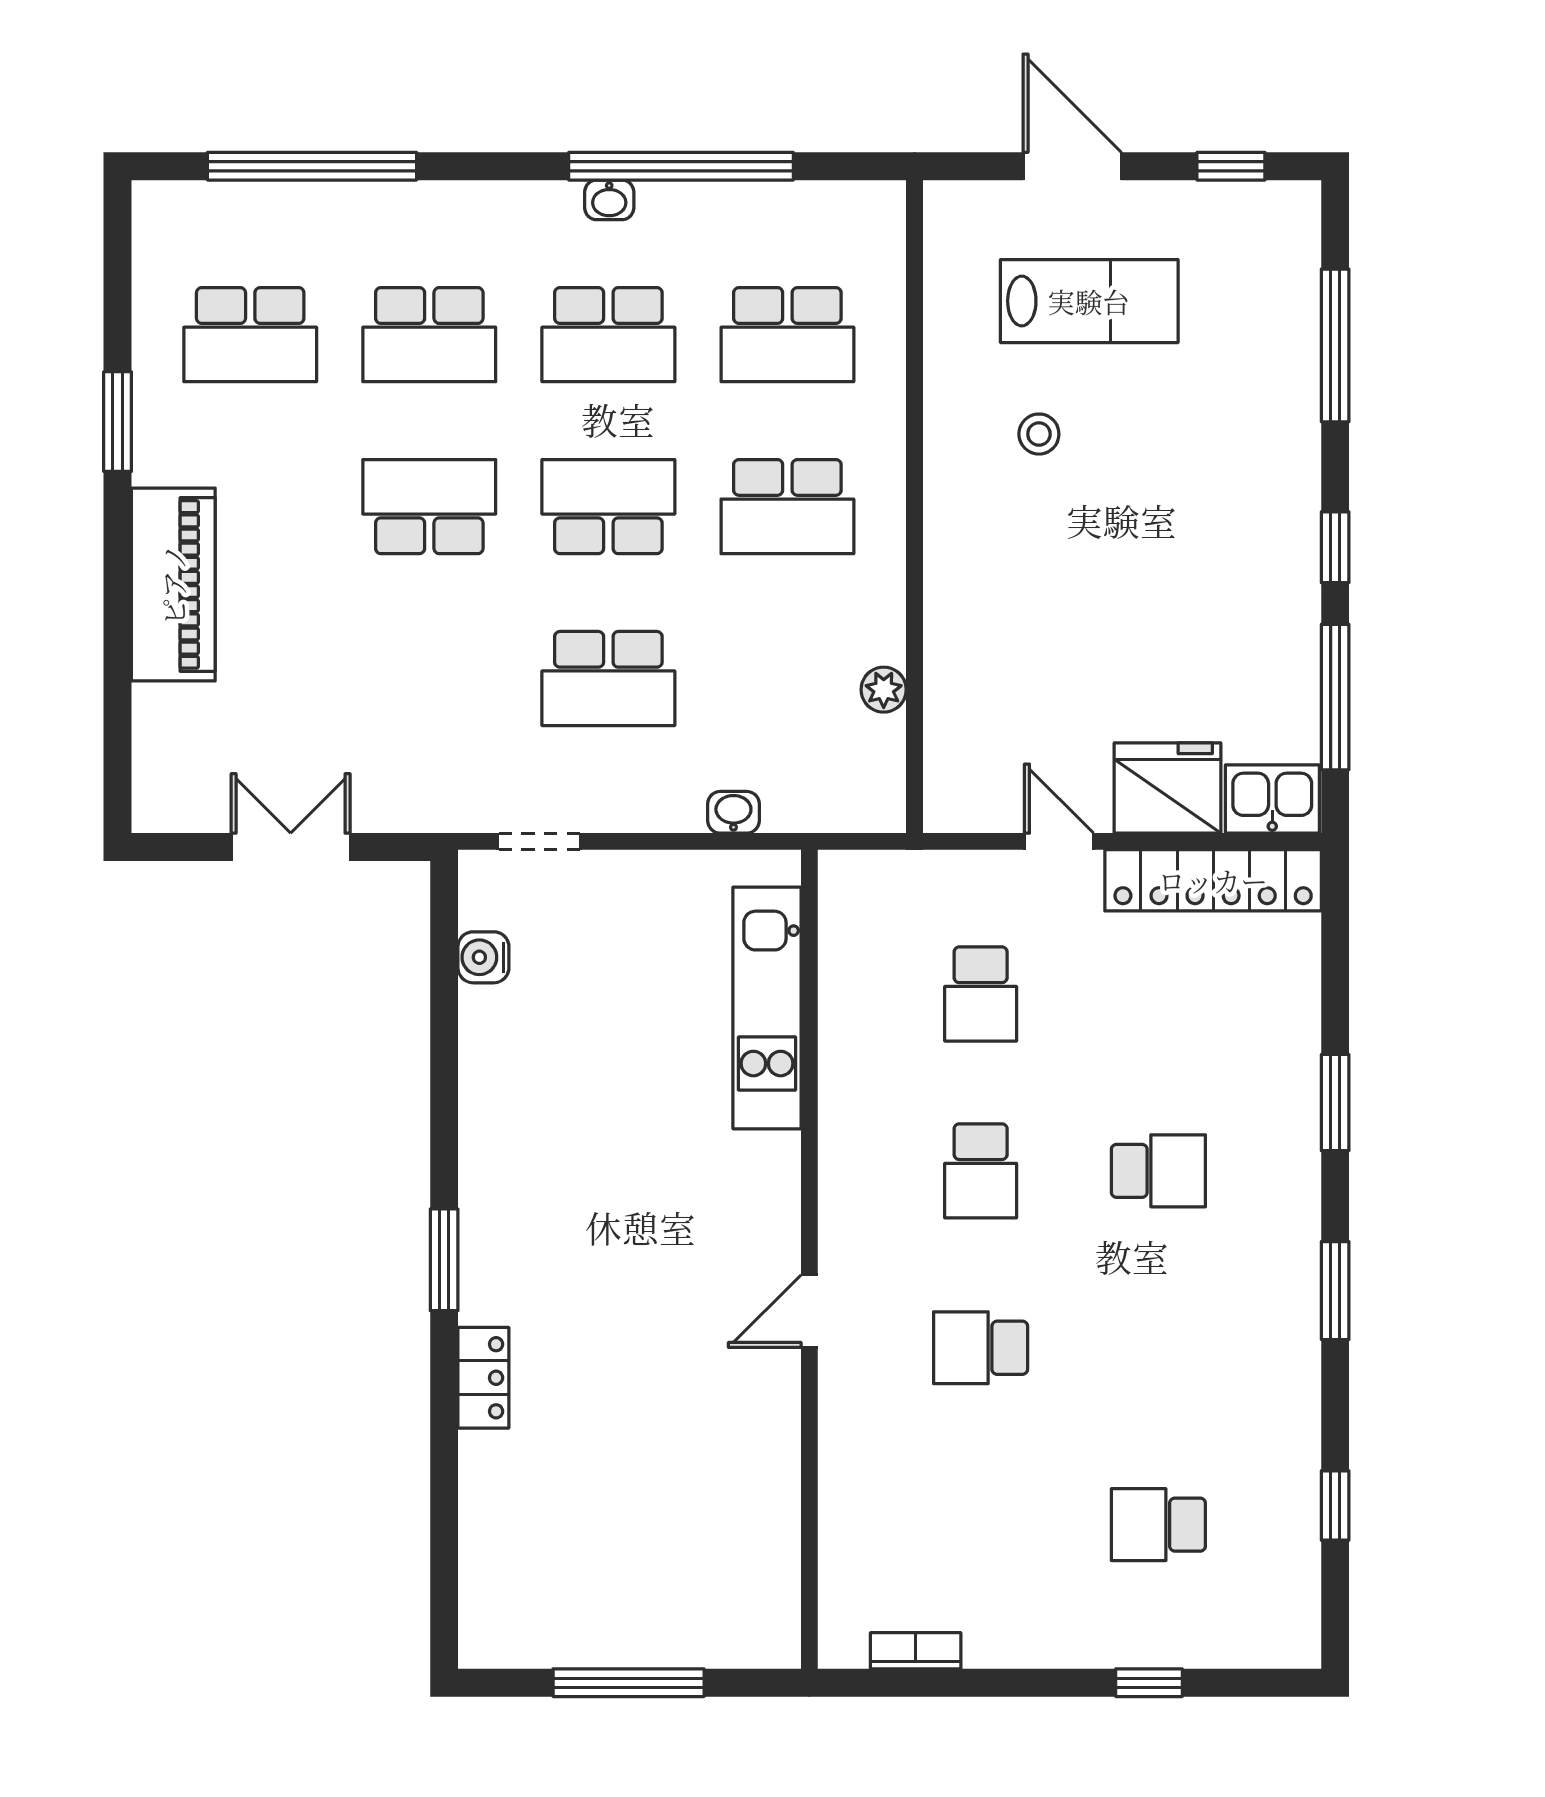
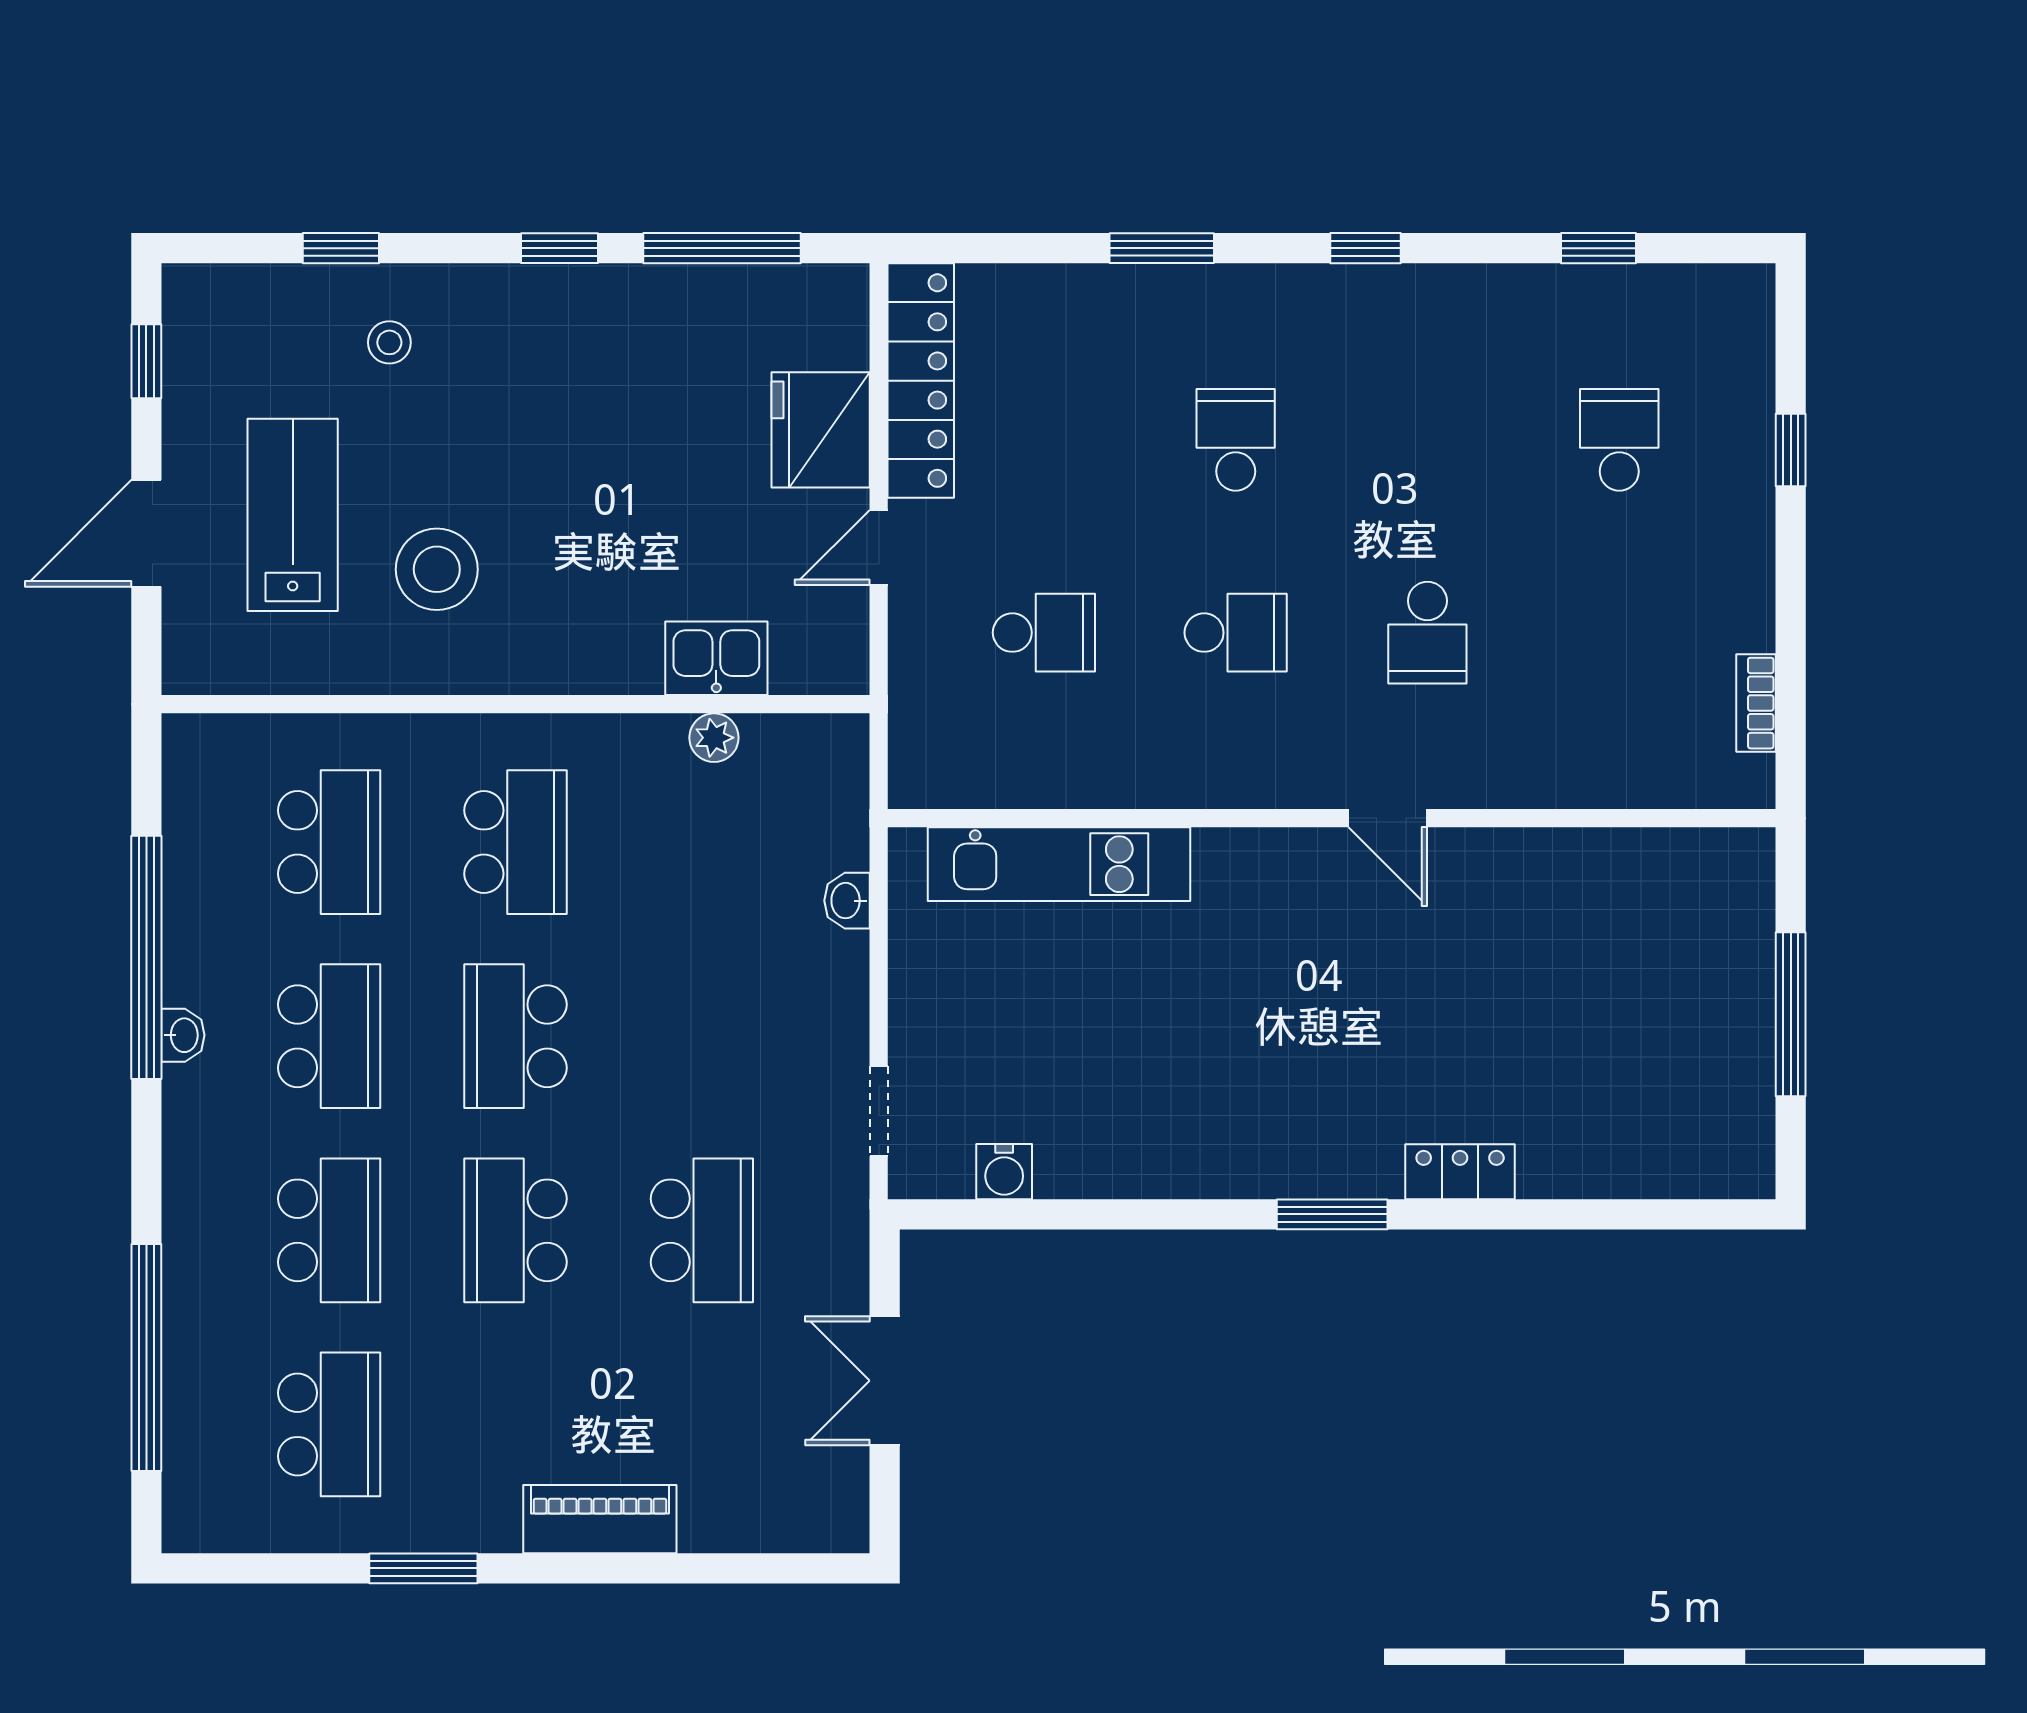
window: (1335, 345) -> (341, 248), width x0.46
stool: (1248, 390) -> (389, 342), added
stool: (1039, 434) -> (437, 569), width x1.89, depth x1.89
piano: (173, 584) -> (600, 1519), width x0.73, depth x0.75
school desk: (608, 679) -> (702, 1230), moved
kitchen sink: (1272, 799) -> (716, 658), moved, turned 90
window: (1335, 1291) -> (1365, 248), width x0.67
school desk: (1158, 1525) -> (1619, 440), turned 180

